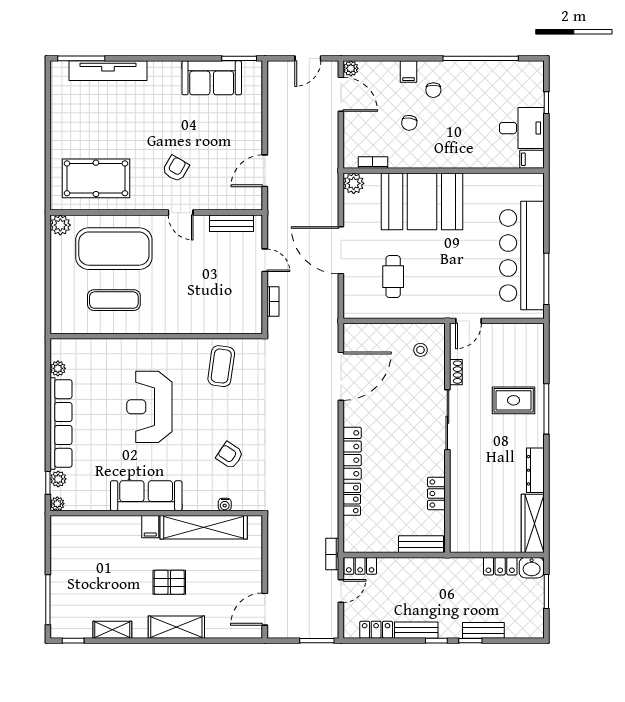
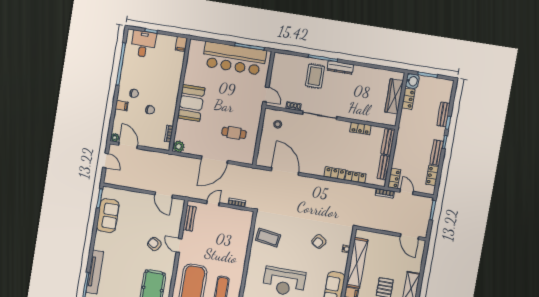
door: (341, 94) -> (128, 145), hinge flipped
desk: (522, 128) -> (143, 44), moved
booth: (422, 201) -> (191, 103), width x0.73, depth x0.70
door: (181, 213) -> (179, 246), swing flipped
locker: (352, 453) -> (335, 173), width x0.66
dresser: (535, 470) -> (340, 67), moved
wardrobe: (533, 523) -> (394, 96), moved, turned 90
bench: (376, 545) -> (384, 167), added

